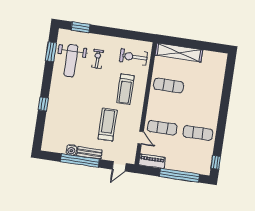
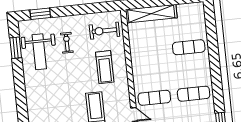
exercise mat: (169, 85) -> (189, 47), moved
window: (43, 104) -> (22, 105), removed

